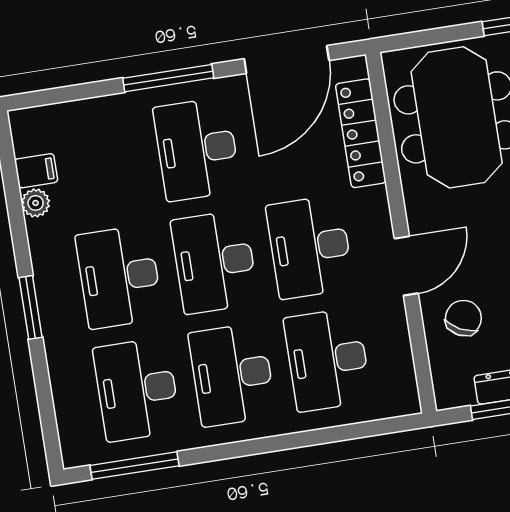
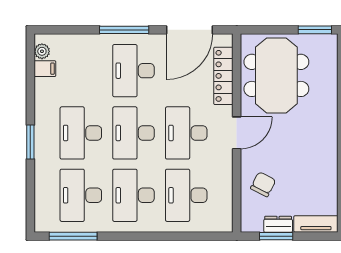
plant: (36, 203) -> (42, 51), moved
door: (406, 266) -> (237, 133), moved

